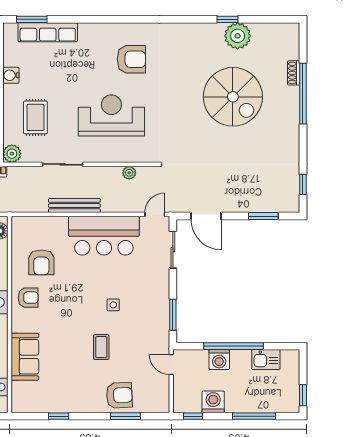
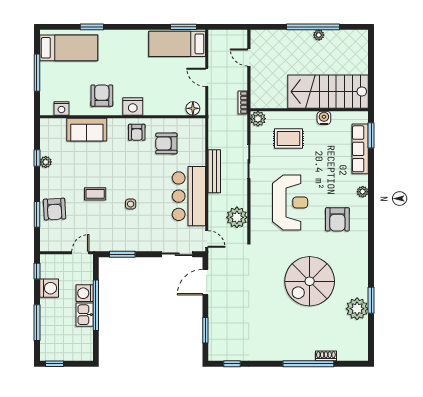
window: (228, 19) -> (371, 300), width x1.50
plant: (99, 29) -> (363, 192), added
spiral stairs: (233, 97) -> (310, 281), moved
plant: (129, 173) -> (237, 217), width x1.88, depth x1.88
kitchen sink: (266, 360) -> (85, 315), moved
plant: (63, 406) -> (46, 162), added

